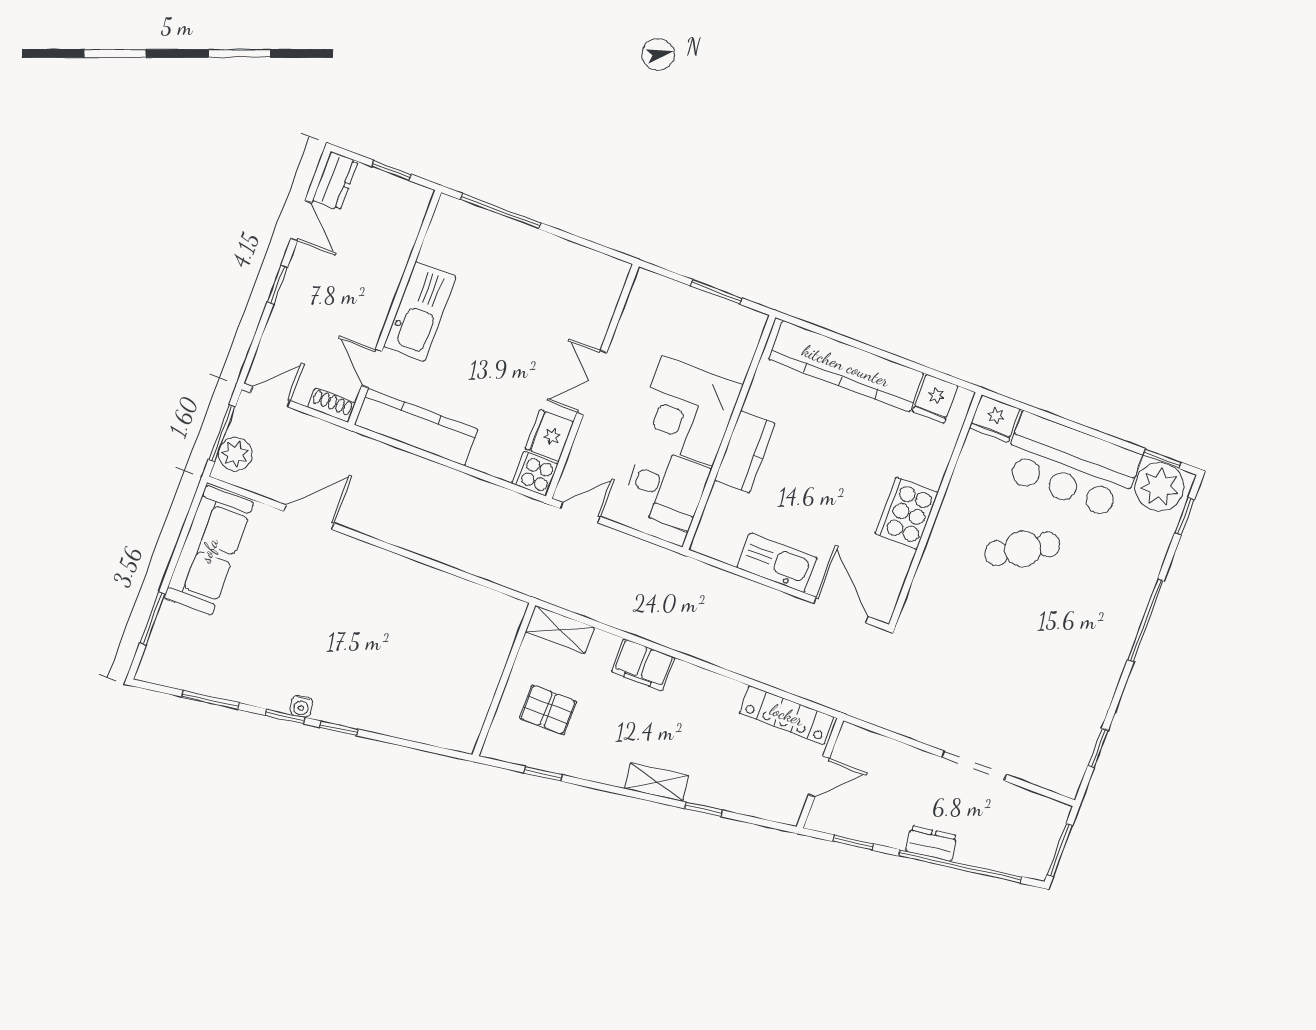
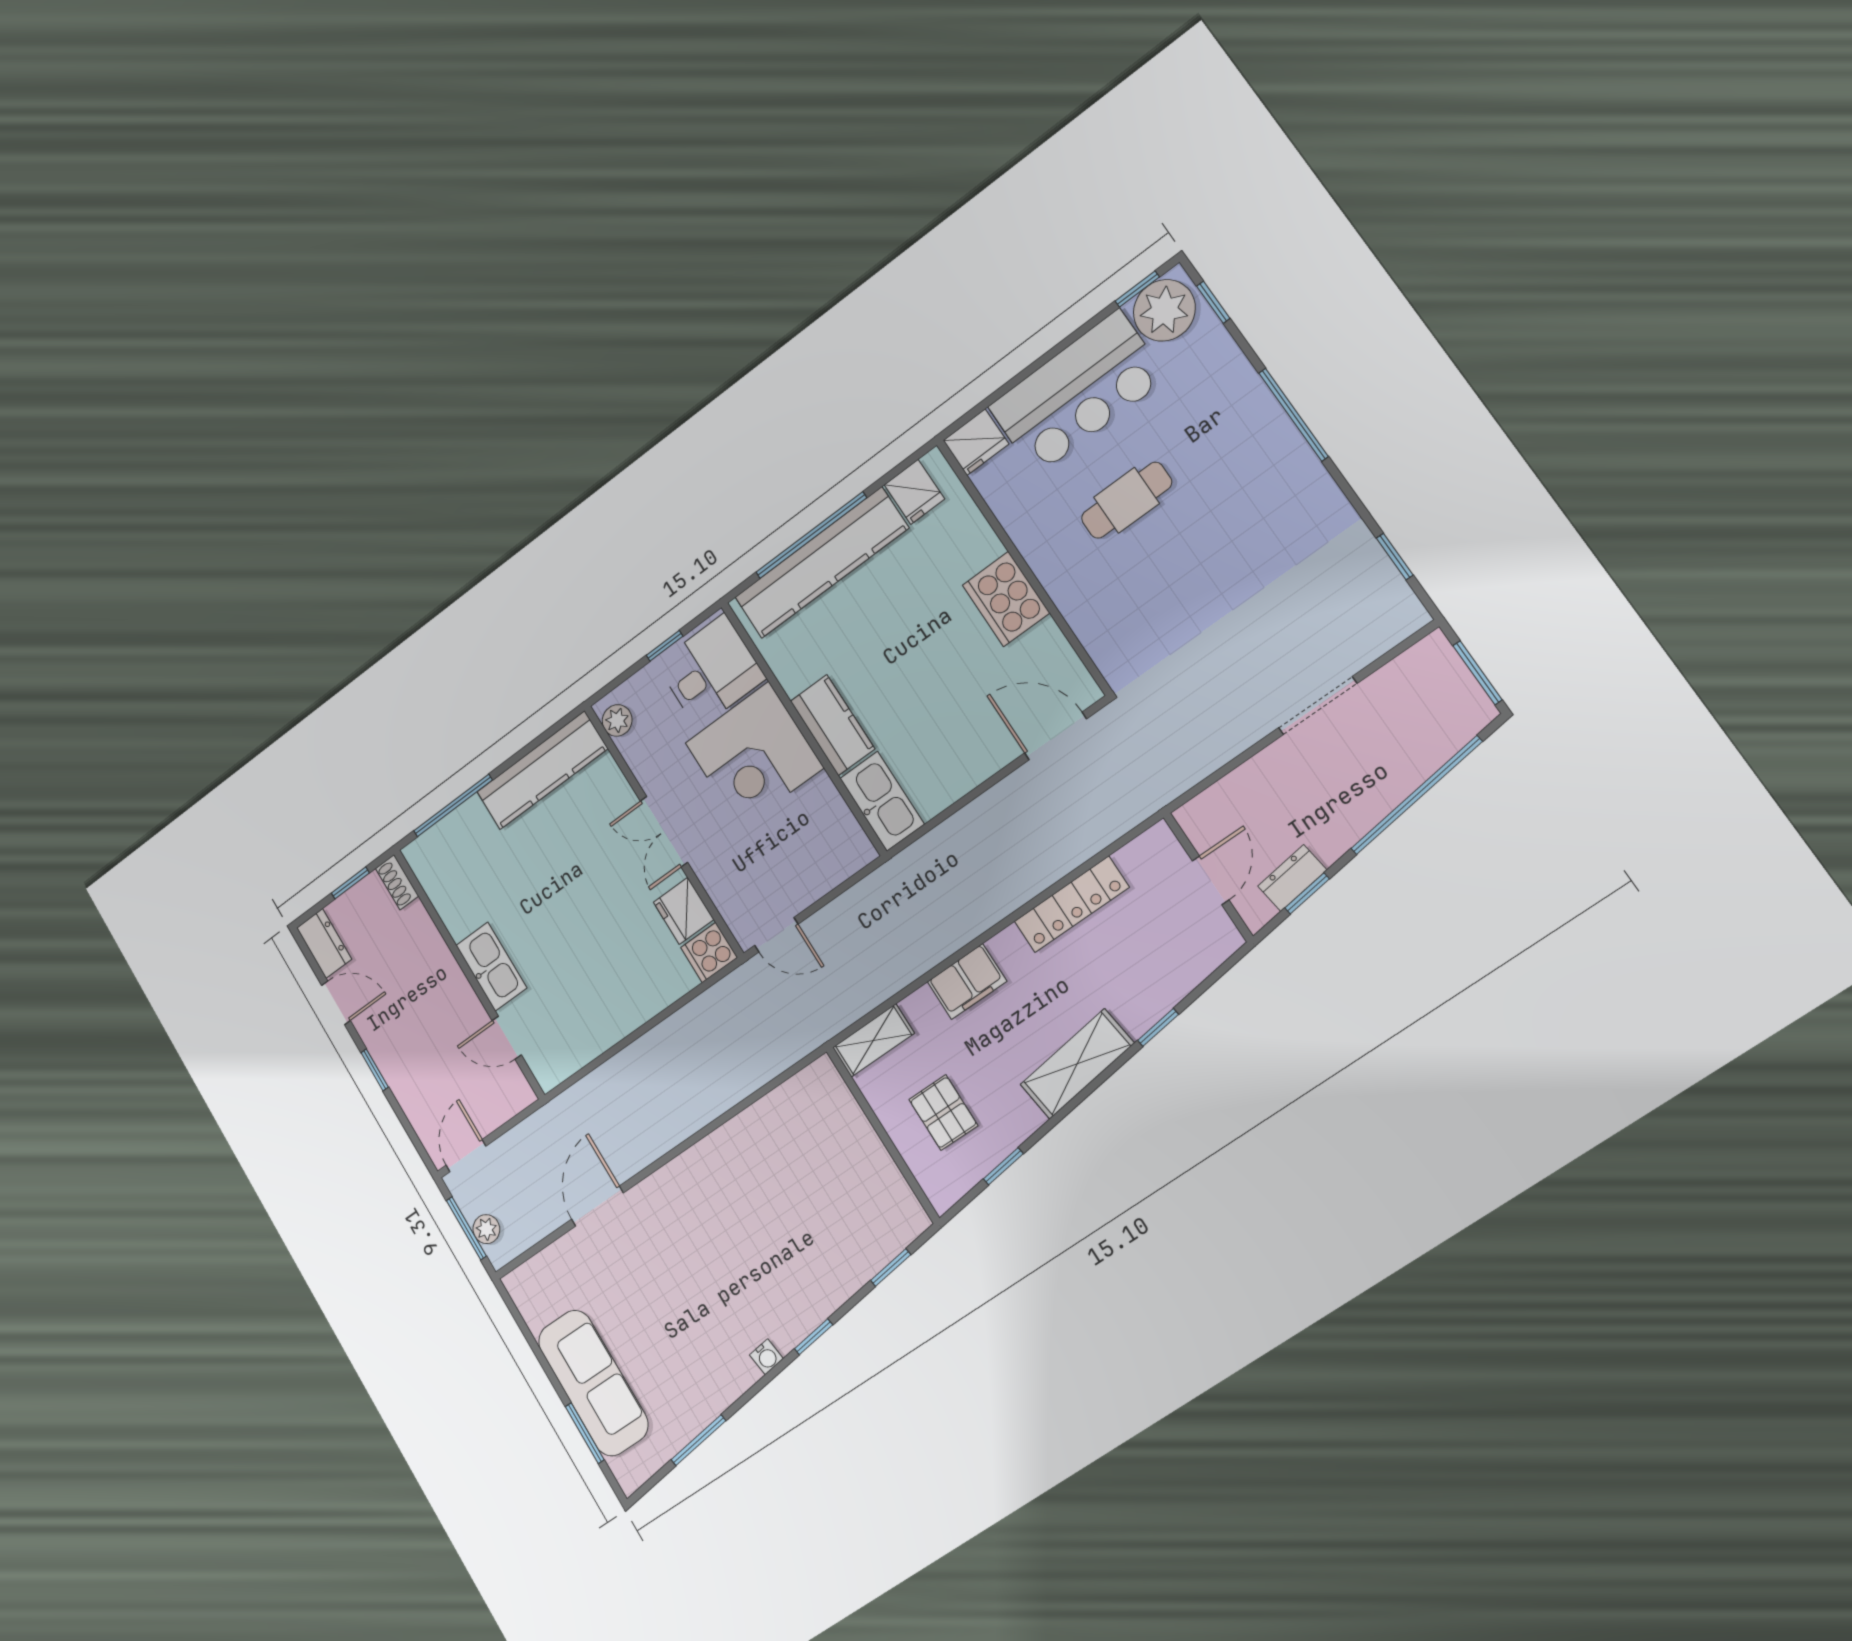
window: (716, 292) -> (665, 646), width x0.67
plant: (643, 293) -> (617, 720), added
kitchen sink: (420, 312) -> (491, 967), width x0.73, depth x0.81
window: (860, 345) -> (811, 535), added
shoe rack: (332, 405) -> (397, 882), moved, turned -90
kitchen counter: (416, 427) -> (542, 770), moved, turned 180
plant: (235, 454) -> (486, 1229), width x0.73, depth x0.73
desk: (666, 488) -> (711, 671), moved
door: (580, 513) -> (776, 935), swing flipped
cafe table: (1022, 549) -> (1127, 500), turned 30
sofa: (209, 550) -> (593, 1383), moved
kitchen sink: (777, 563) -> (882, 801), moved, turned 90
pallet: (548, 710) -> (943, 1112), turned 90
locker: (787, 715) -> (1072, 904), moved
window: (285, 716) -> (891, 1268), moved
shelving: (657, 782) -> (1077, 1064), width x1.50, depth x1.33
dresser: (931, 843) -> (1292, 878), moved

